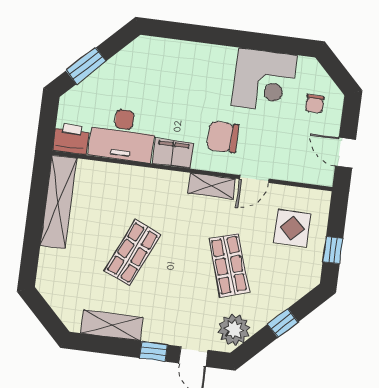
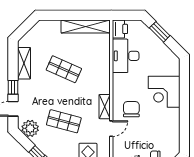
corner desk: (264, 80) -> (164, 92), moved
filing cabinet: (173, 153) -> (119, 84), removed
door: (254, 179) -> (111, 129), swing flipped
shop shelf: (229, 265) -> (64, 121), turned 33

